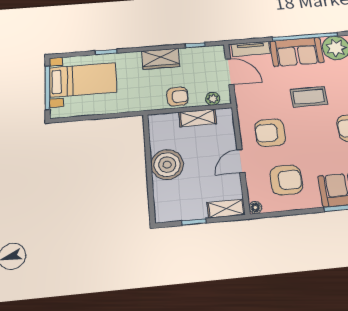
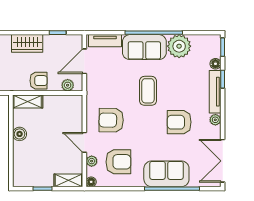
door: (230, 72) -> (84, 61), swing flipped
coffee table: (309, 97) -> (148, 91), turned 90
shelving: (198, 118) -> (28, 101), moved
door: (241, 161) -> (84, 142), hinge flipped
boiler: (167, 165) -> (20, 134), width x0.54, depth x0.54
plant: (253, 182) -> (92, 161), added

